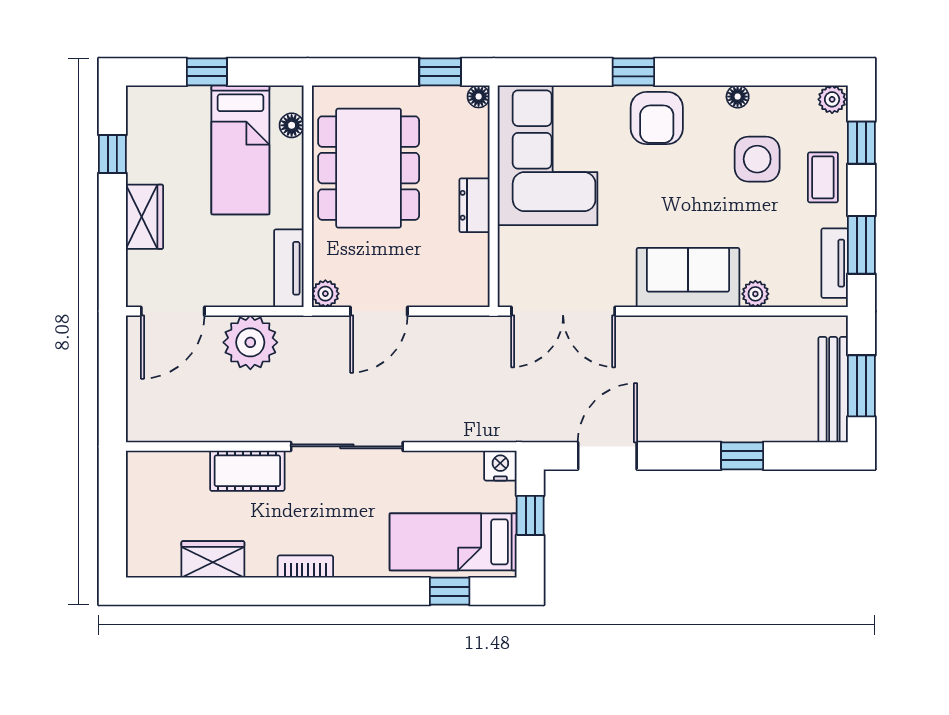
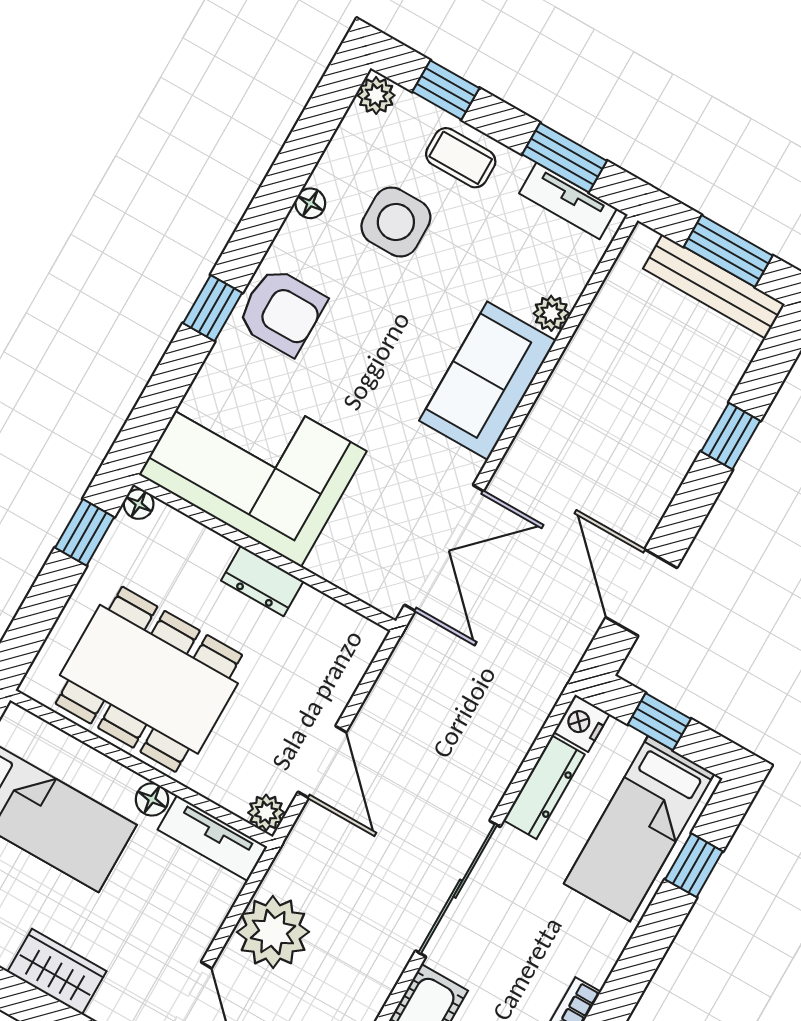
floor lamp: (292, 125) -> (152, 799), moved
dresser: (445, 465) -> (544, 787), added

